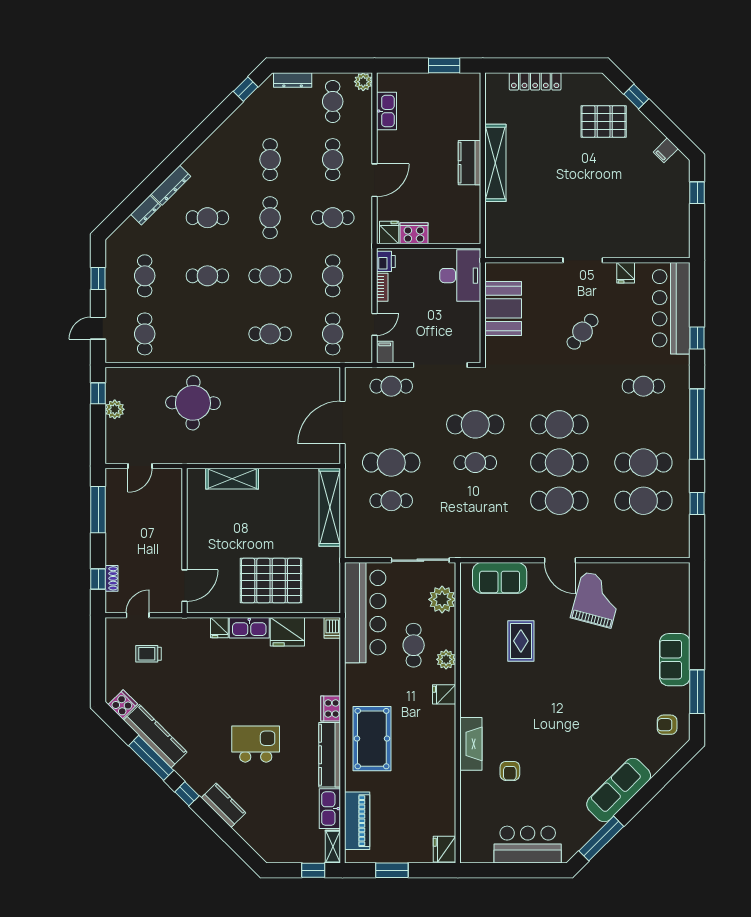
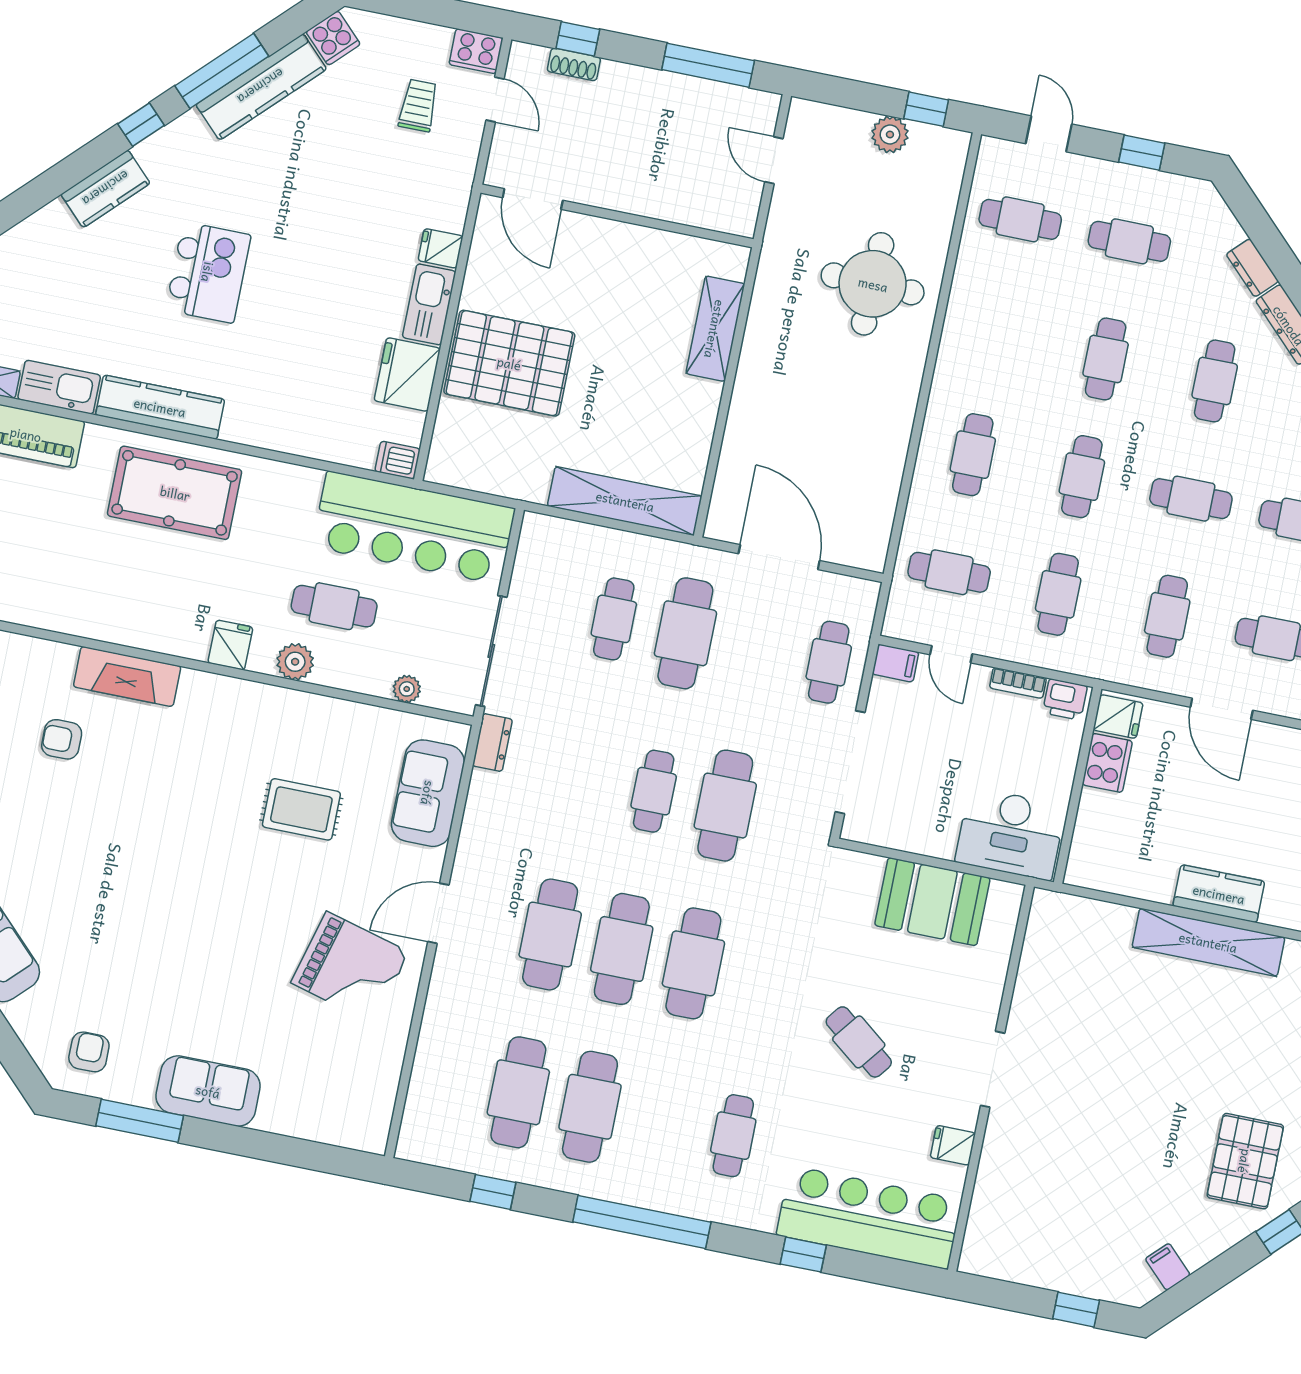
cafe table: (333, 276) -> (1058, 594), turned 90
dresser: (467, 550) -> (492, 743), added
pallet: (271, 581) -> (509, 363), turned 90
plant: (442, 599) -> (407, 689), width x0.53, depth x0.53
cooker: (331, 709) -> (476, 51), moved, turned 180

